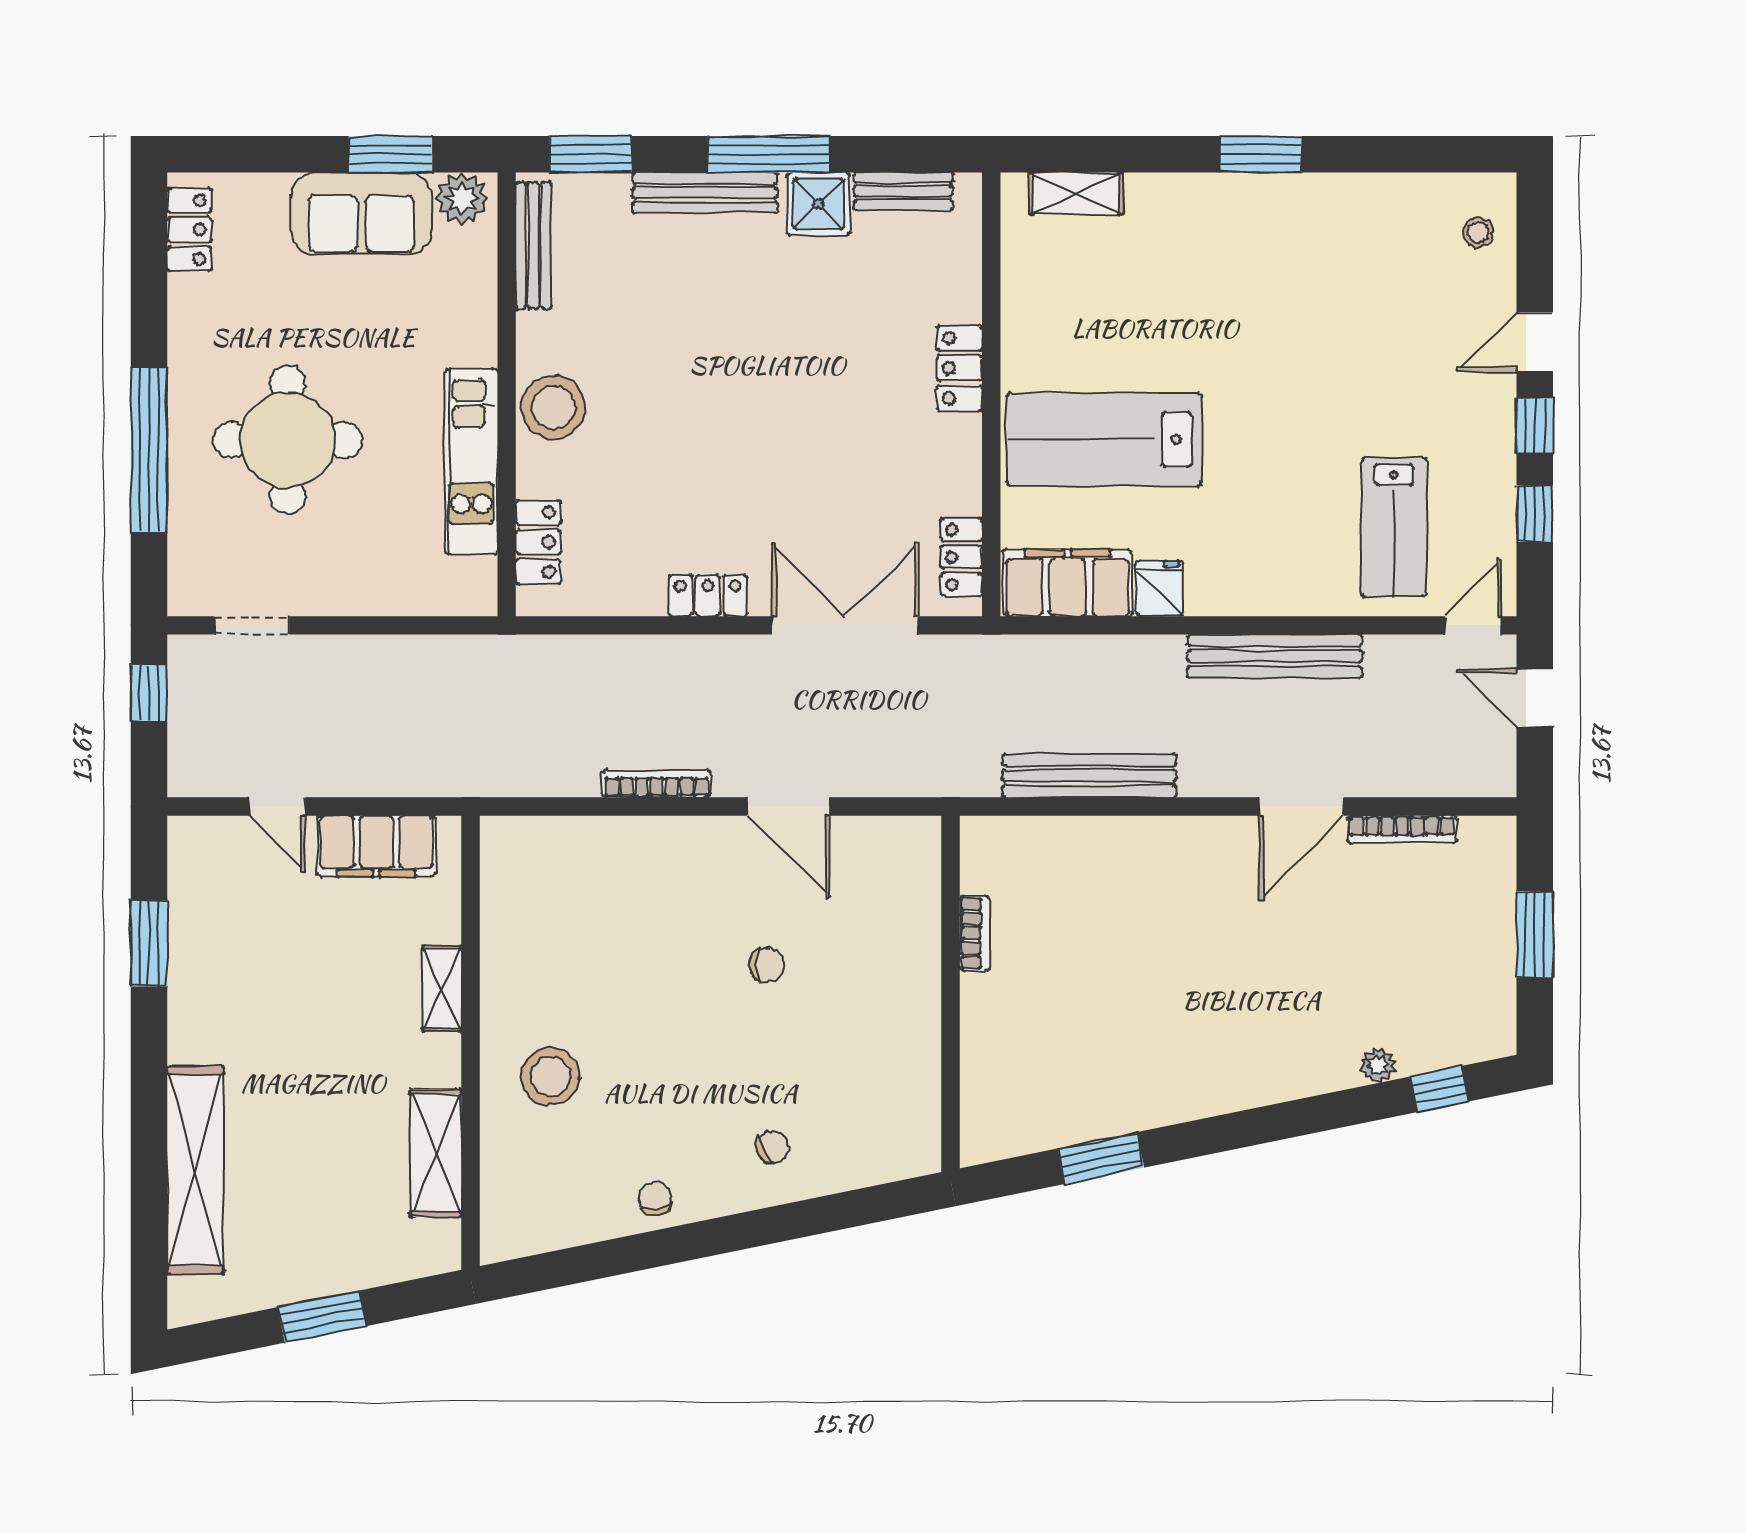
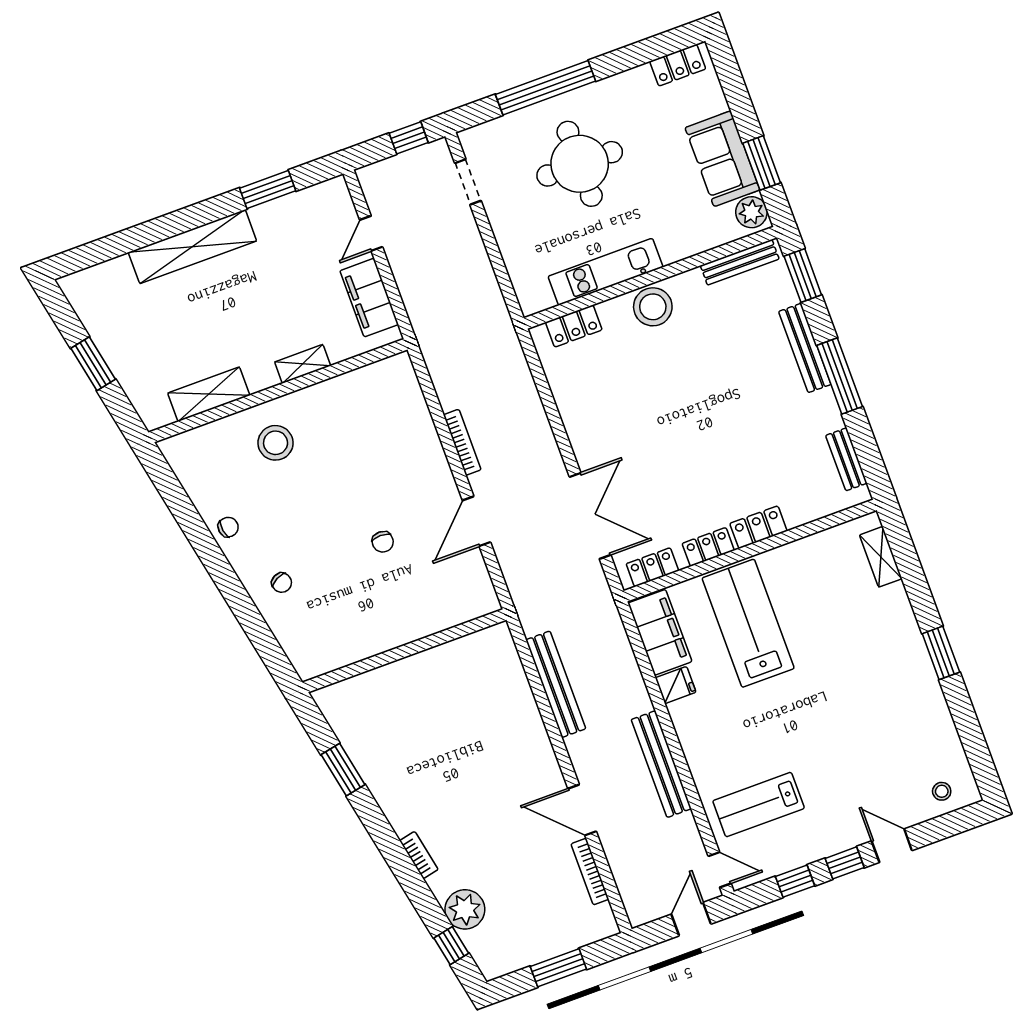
shower: (819, 204) -> (822, 414), removed
locker: (708, 595) -> (708, 547), moved, turned -90
bookcase: (975, 933) -> (419, 855), moved, turned -102
plant: (1378, 1065) -> (465, 909), width x1.87, depth x1.87
shelving: (195, 1170) -> (192, 247), moved

